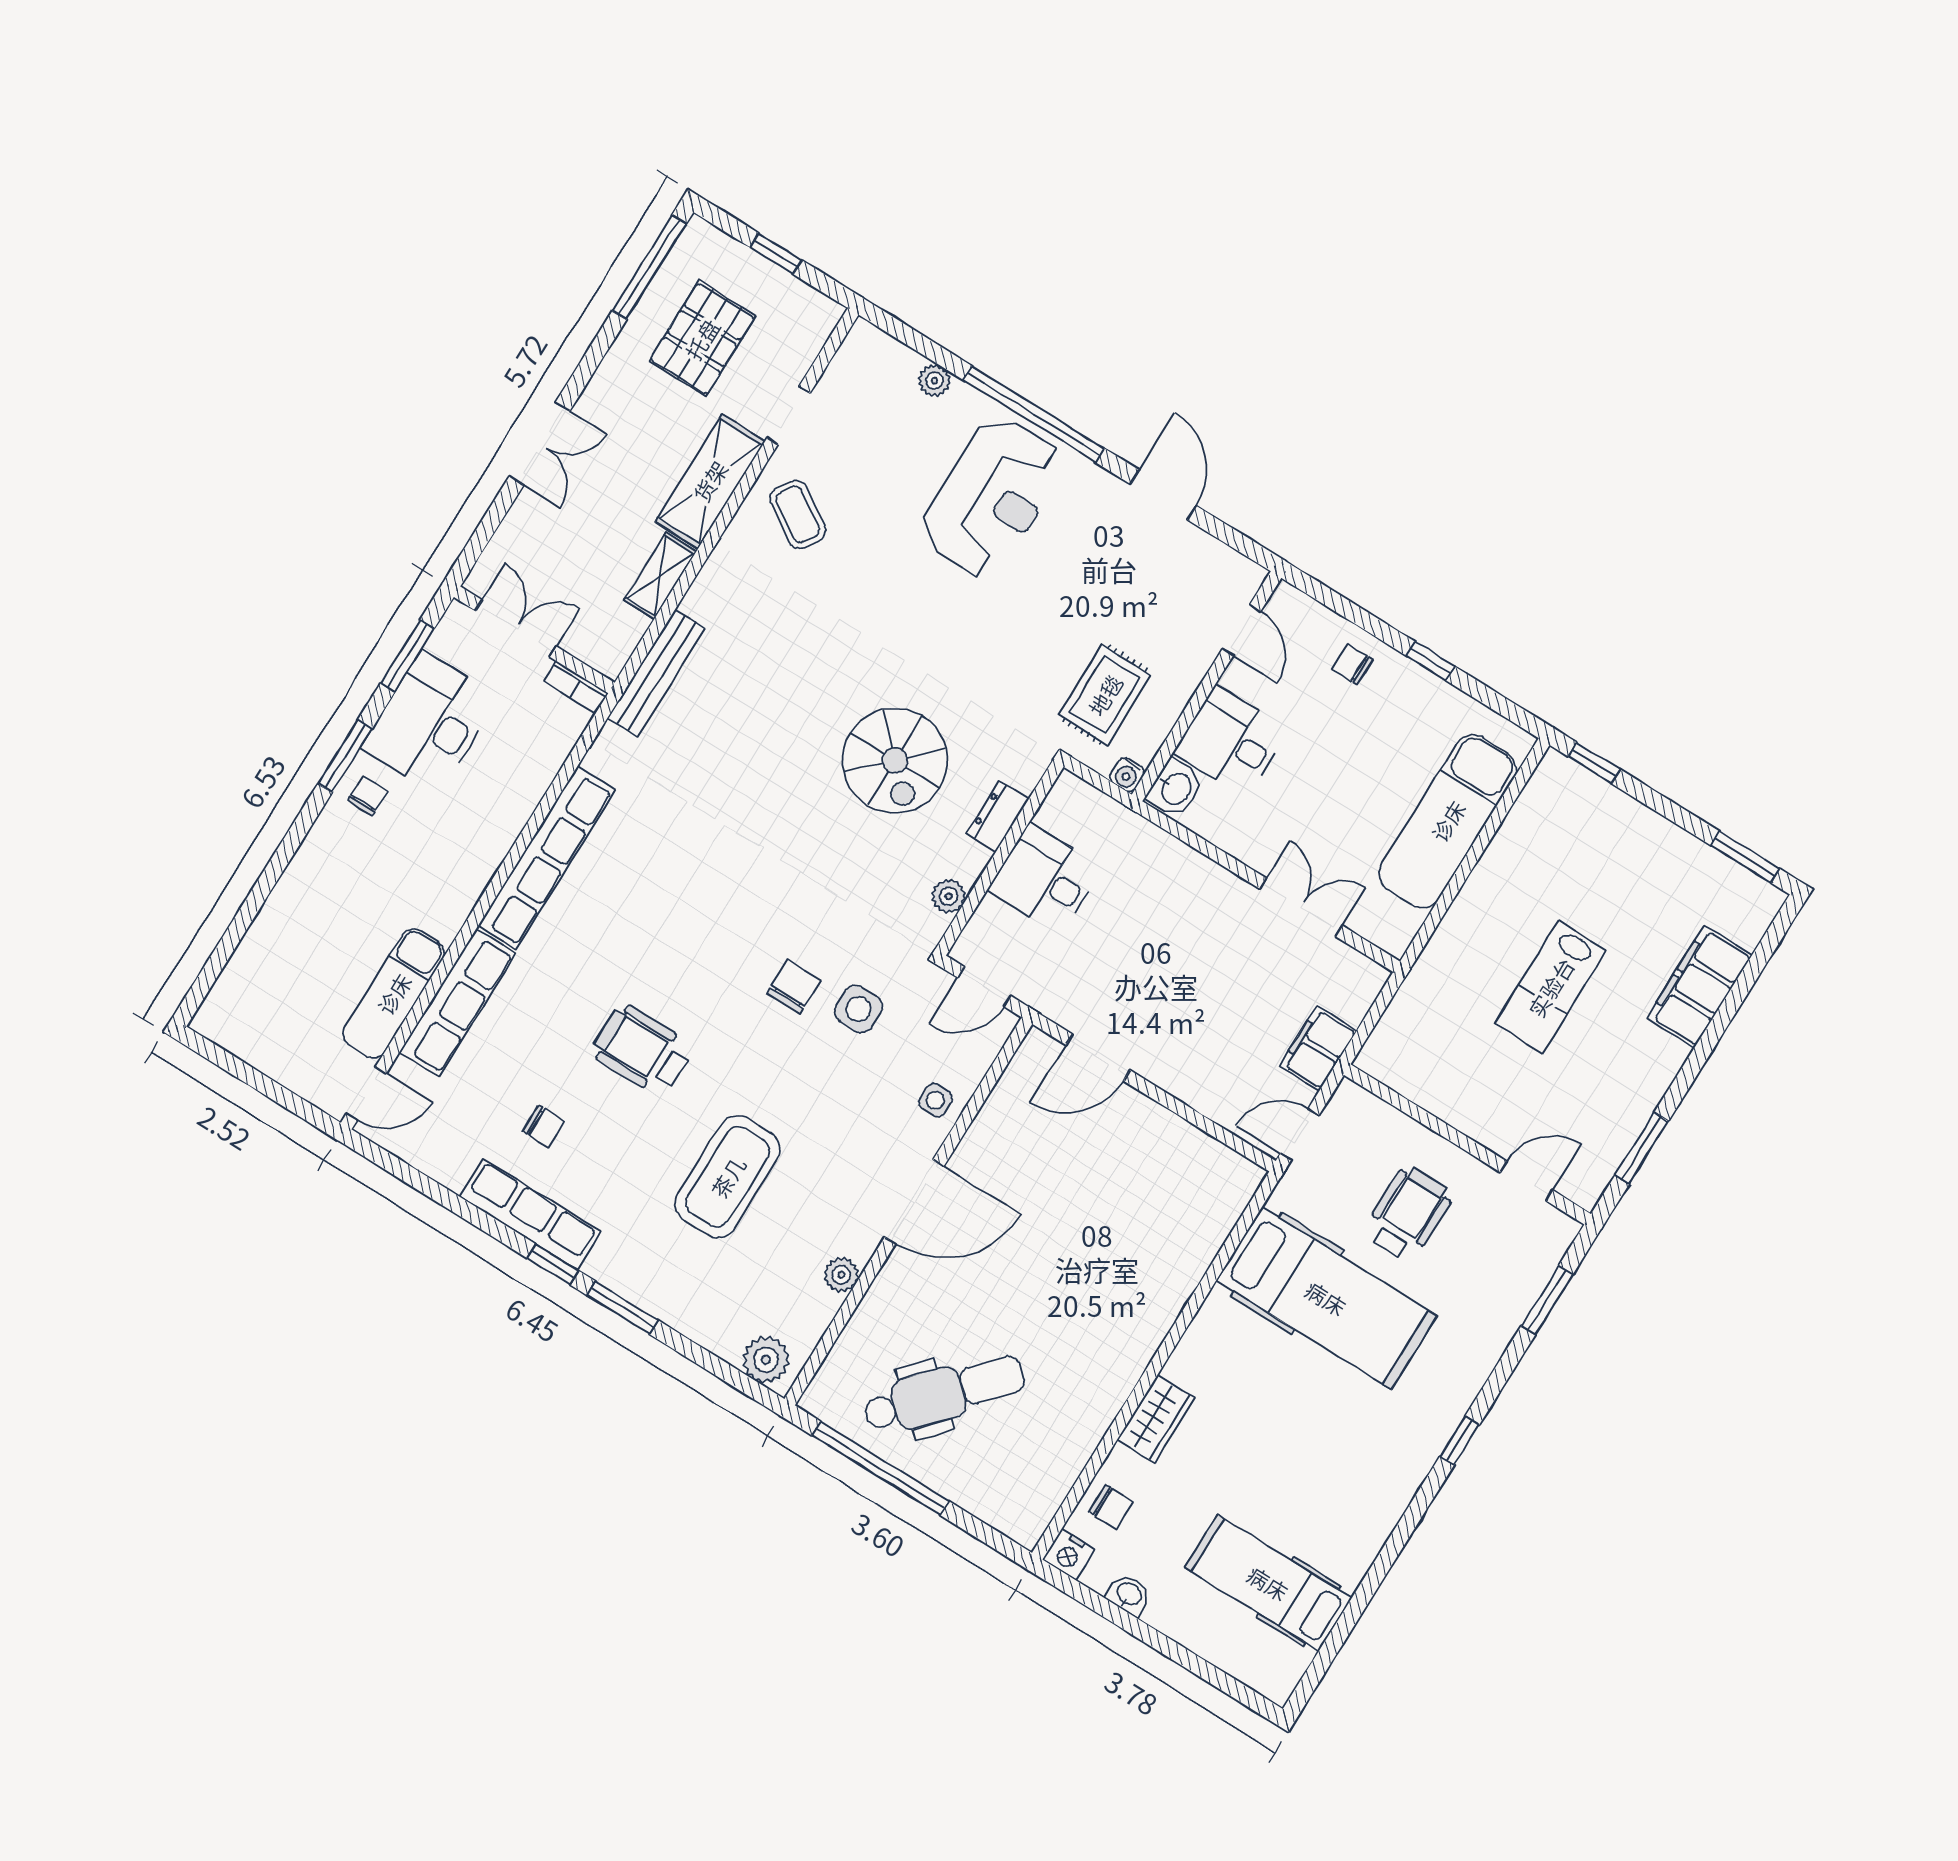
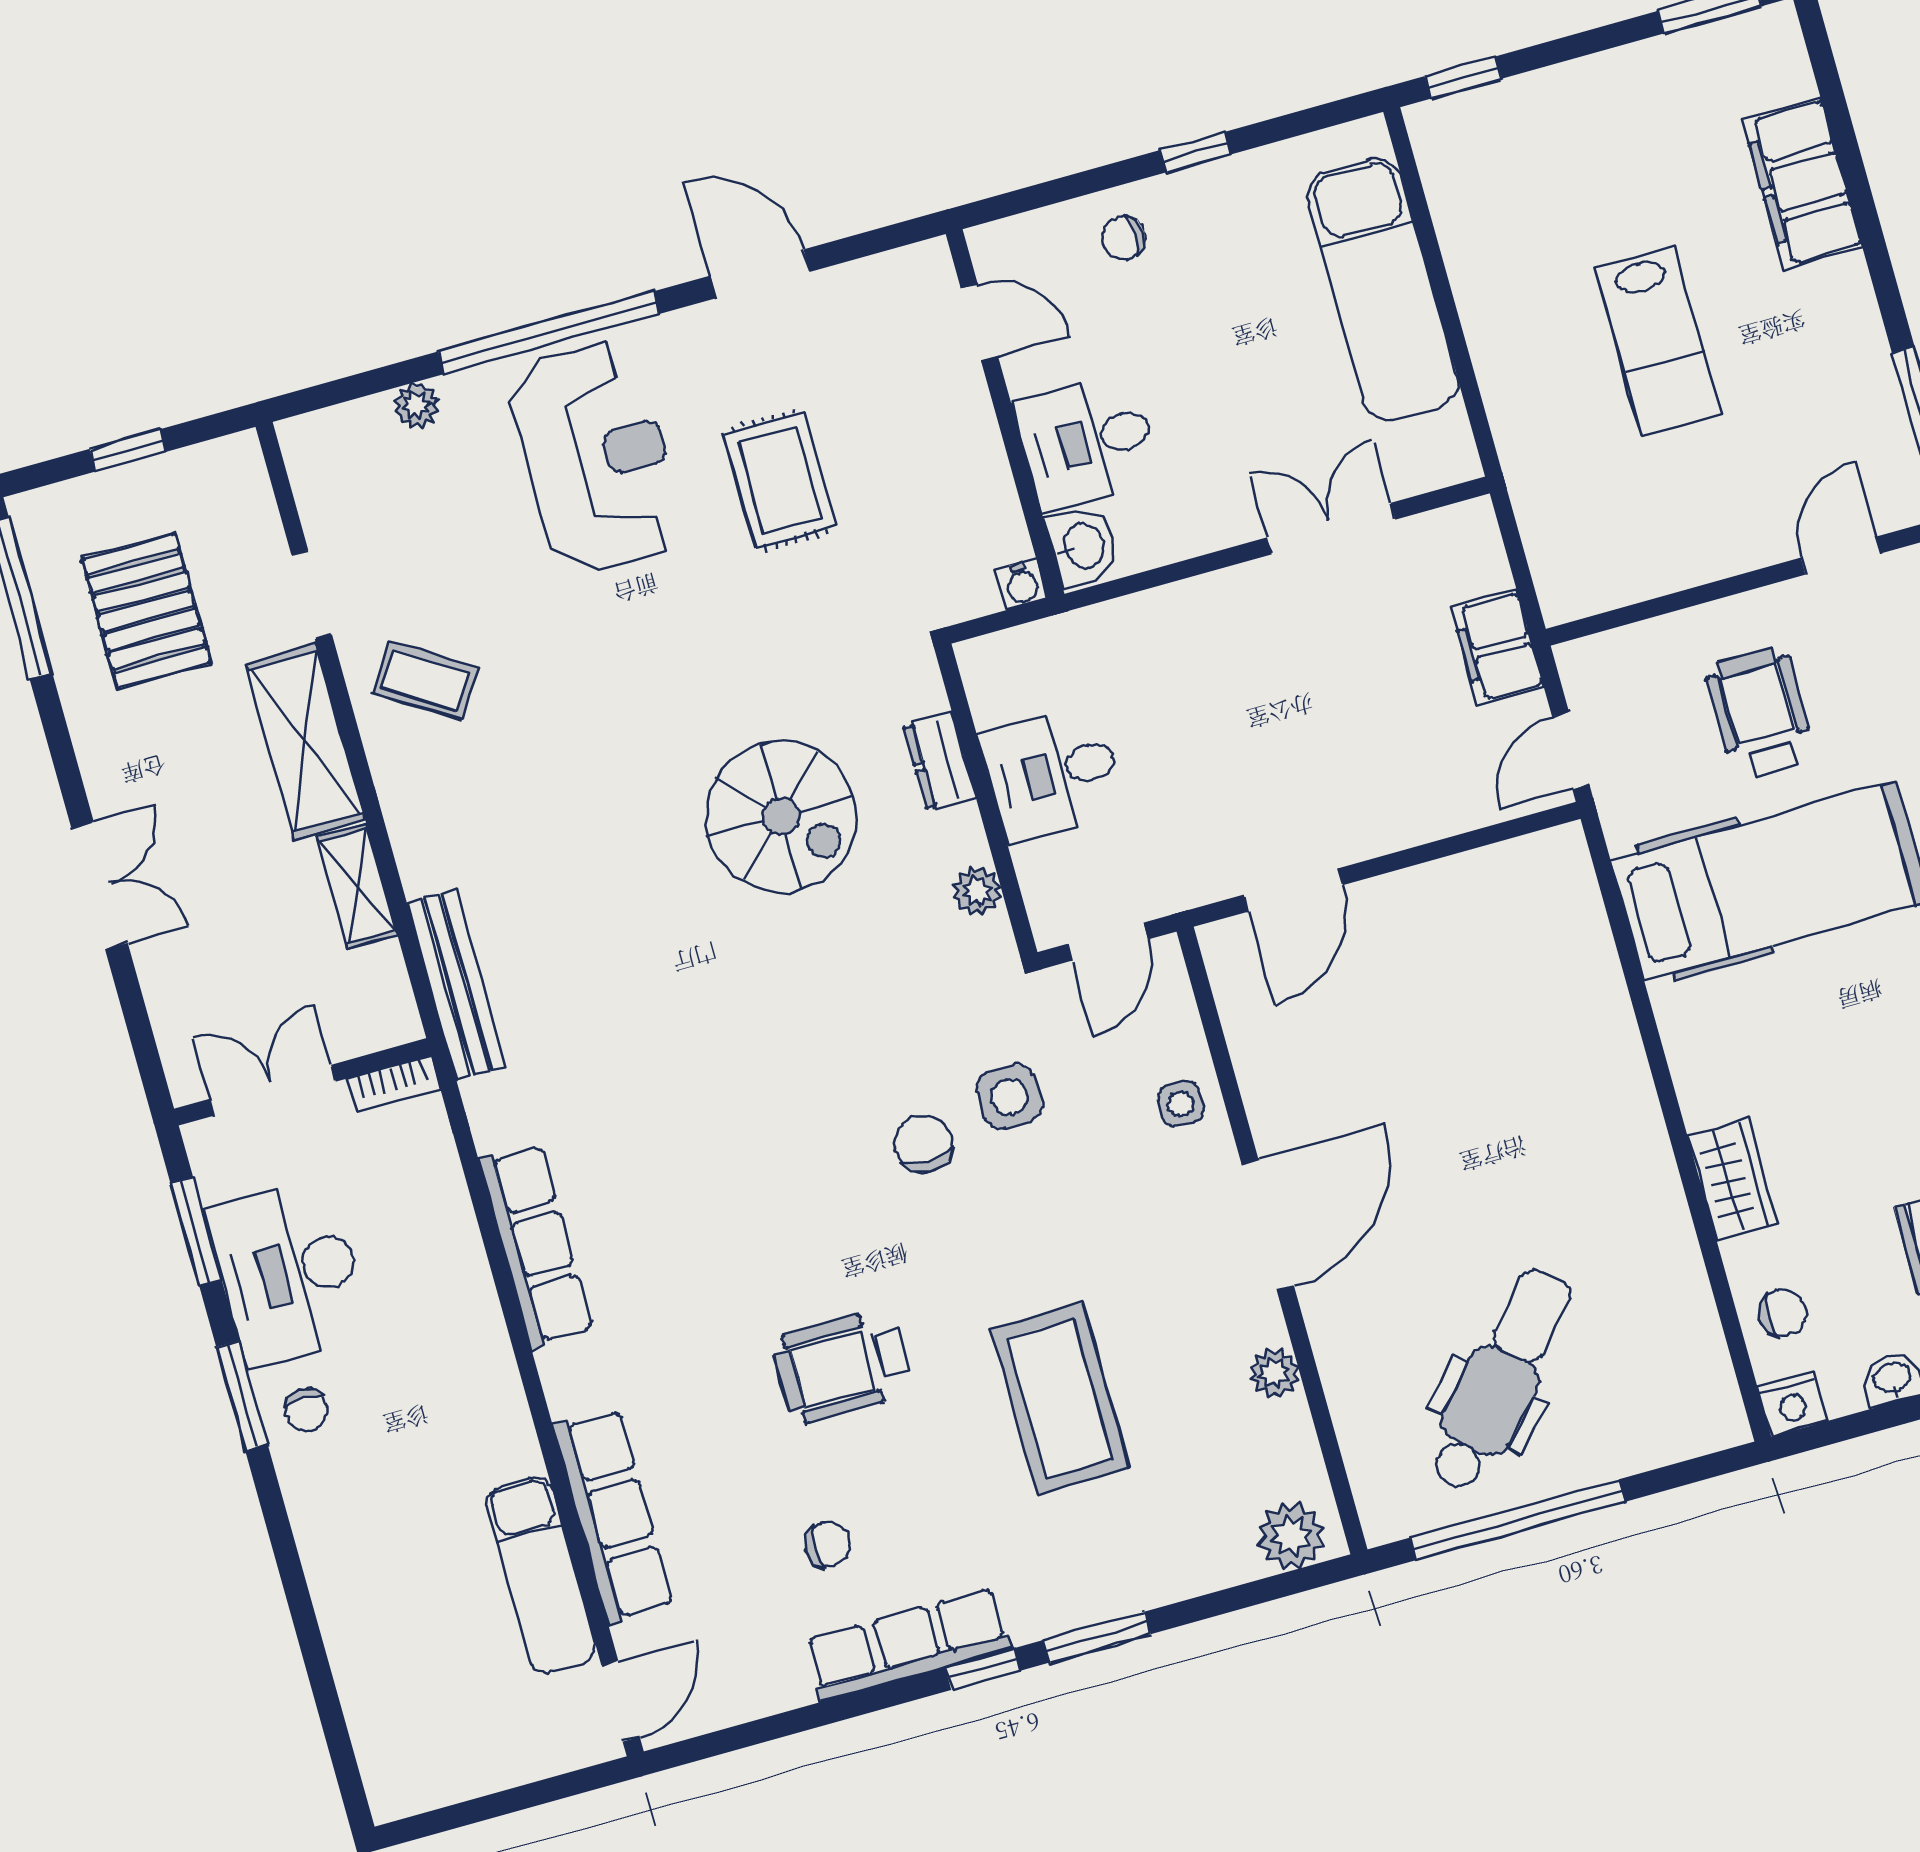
rug: (1105, 695) -> (780, 480), moved
chair: (368, 796) -> (306, 1410), turned 180
row of seats: (547, 858) -> (536, 1246), width x0.73

